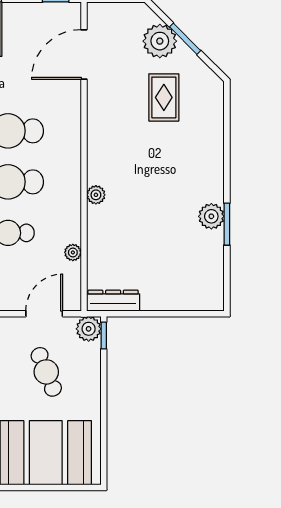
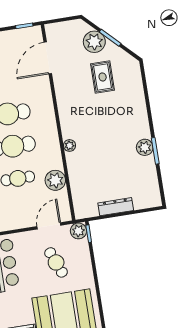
plant: (73, 252) -> (55, 180), width x1.88, depth x1.88
dresser: (113, 301) -> (116, 207), moved

